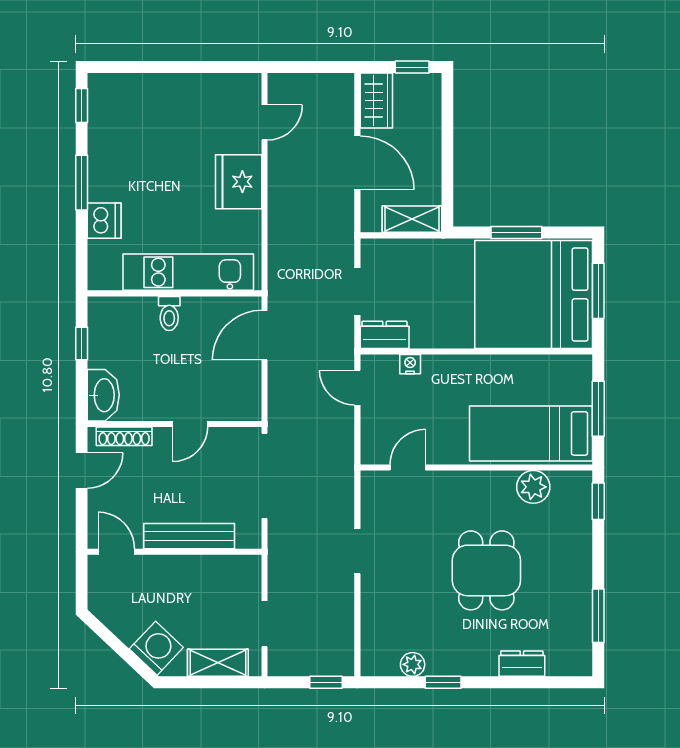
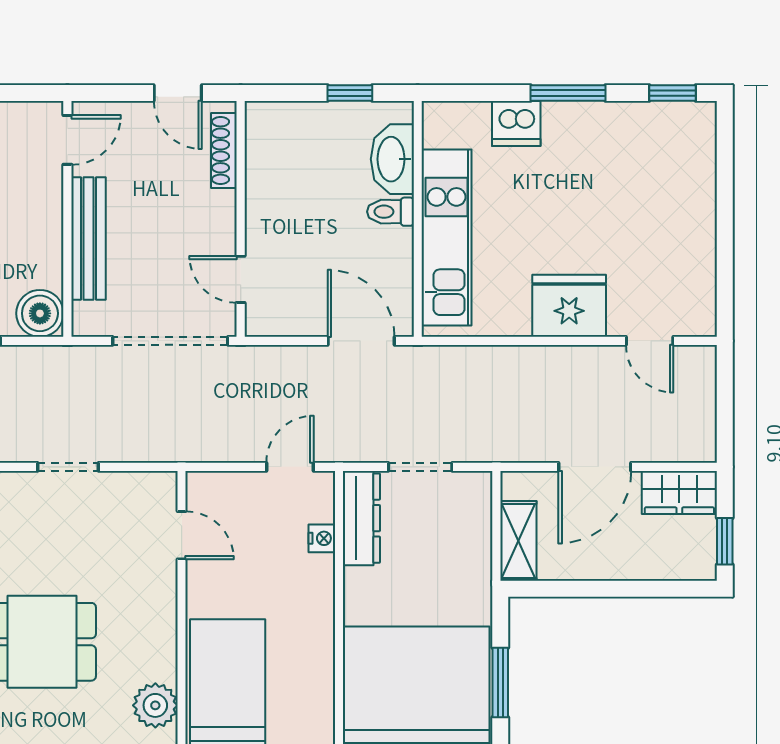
dresser: (385, 335) -> (361, 518), width x1.44
washbasin: (103, 395) -> (392, 159), moved, turned 90
door: (190, 424) -> (241, 279), moved
boiler: (244, 572) -> (40, 313), added

